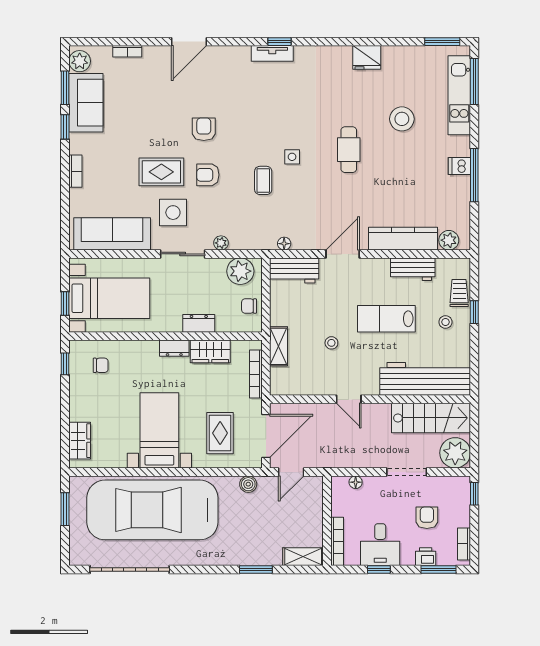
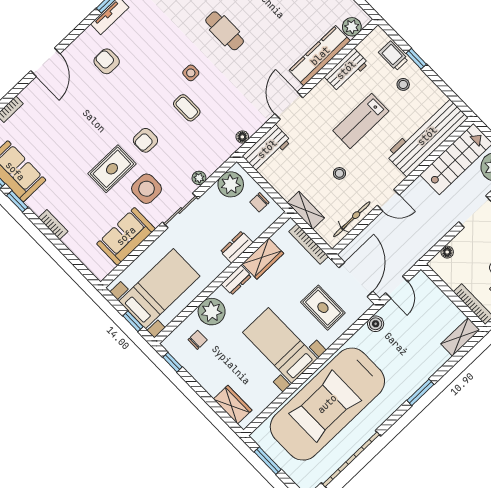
armchair: (204, 129) -> (107, 61), moved
sofa: (112, 234) -> (126, 236), width x0.73
plant: (132, 354) -> (212, 312), added
bicycle: (307, 387) -> (352, 219), added
window: (256, 569) -> (420, 392), moved

